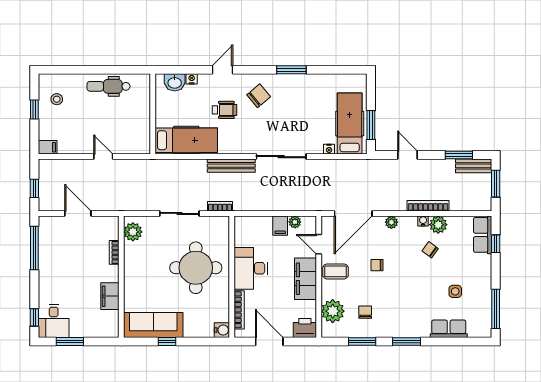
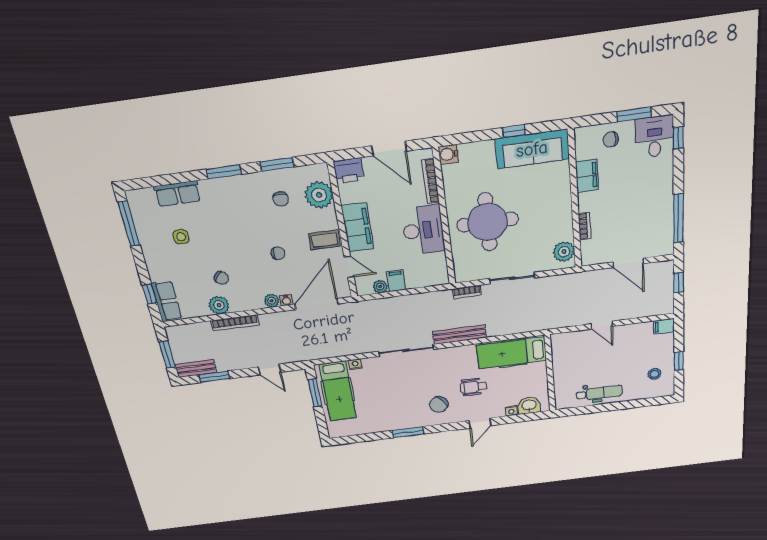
water cooler: (423, 221) -> (286, 300), moved
chair: (89, 324) -> (611, 139), added

